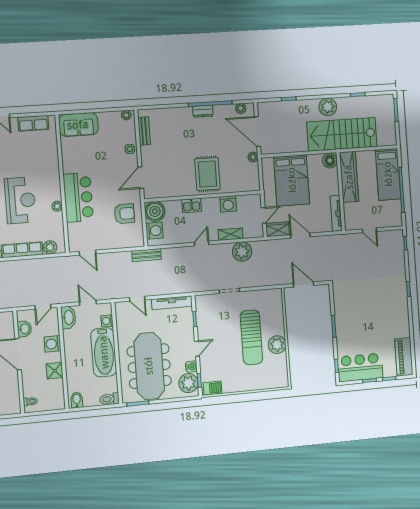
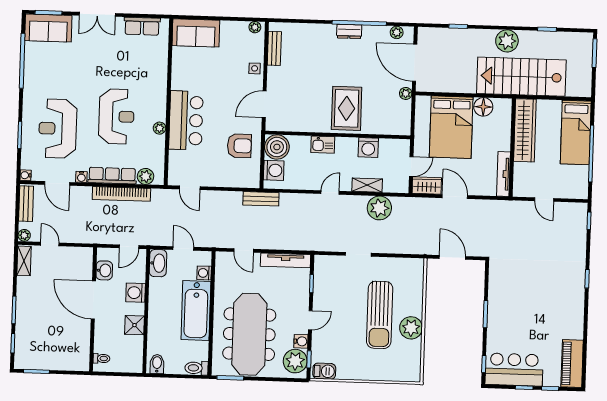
floor lamp: (330, 160) -> (483, 107), moved
bookcase: (32, 264) -> (121, 194), added

